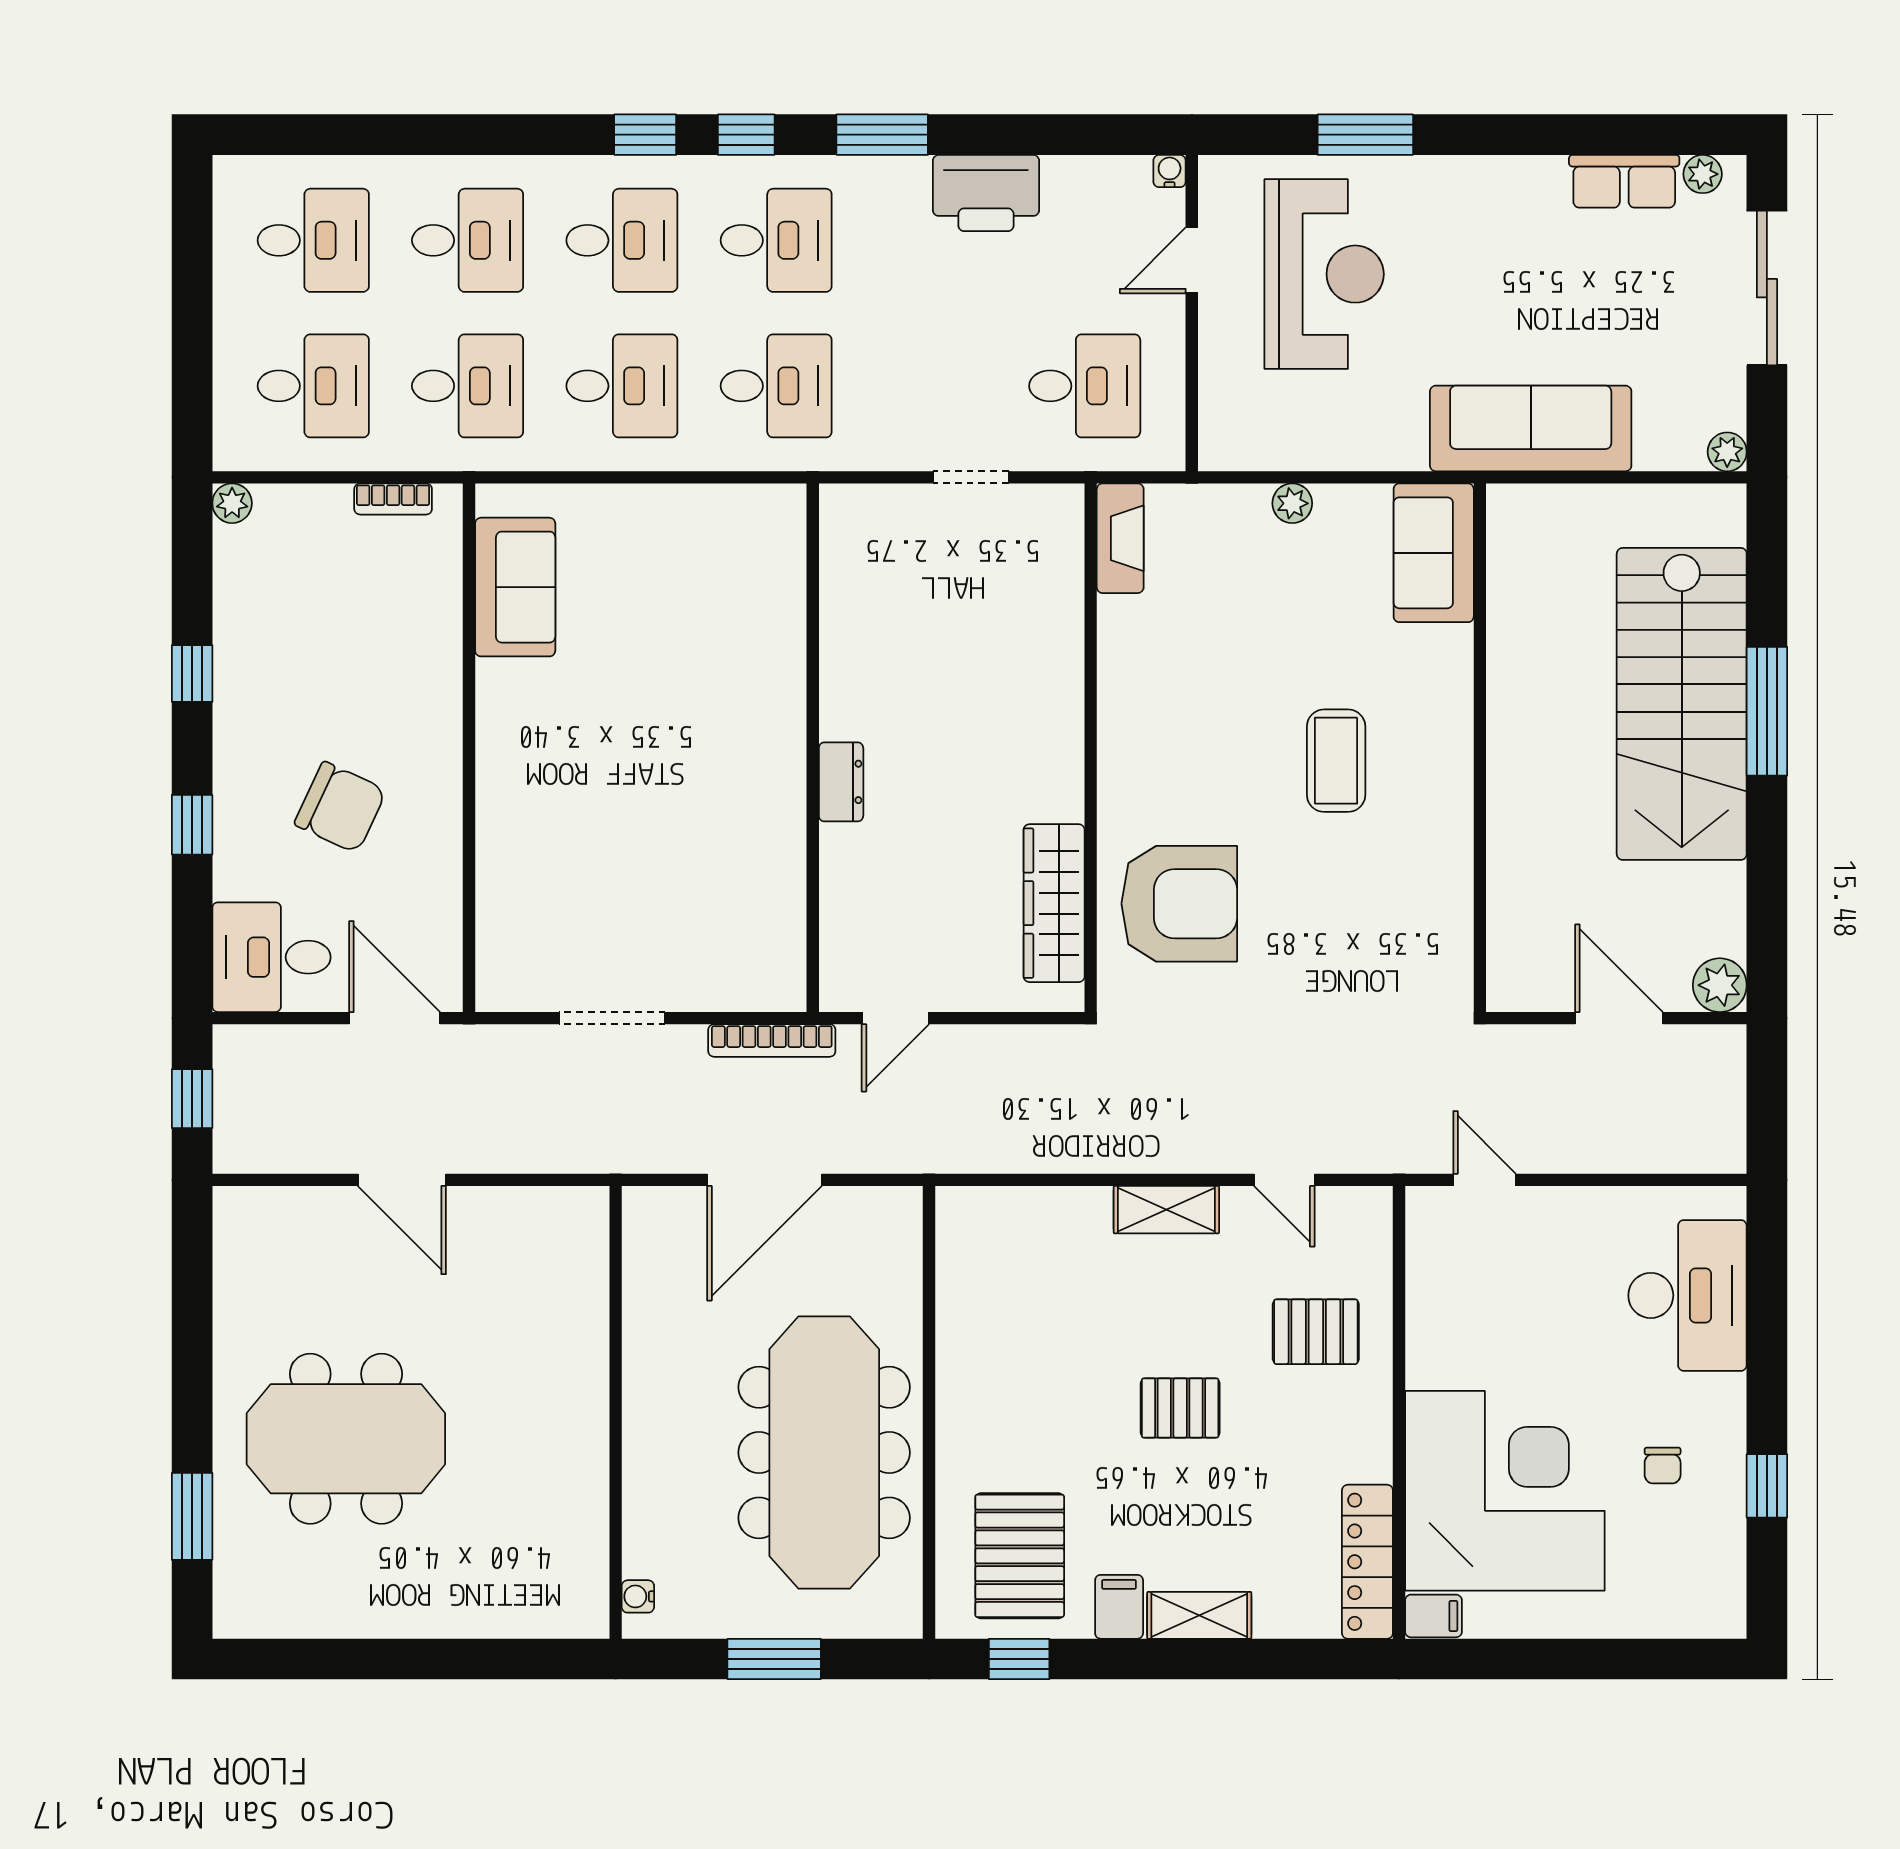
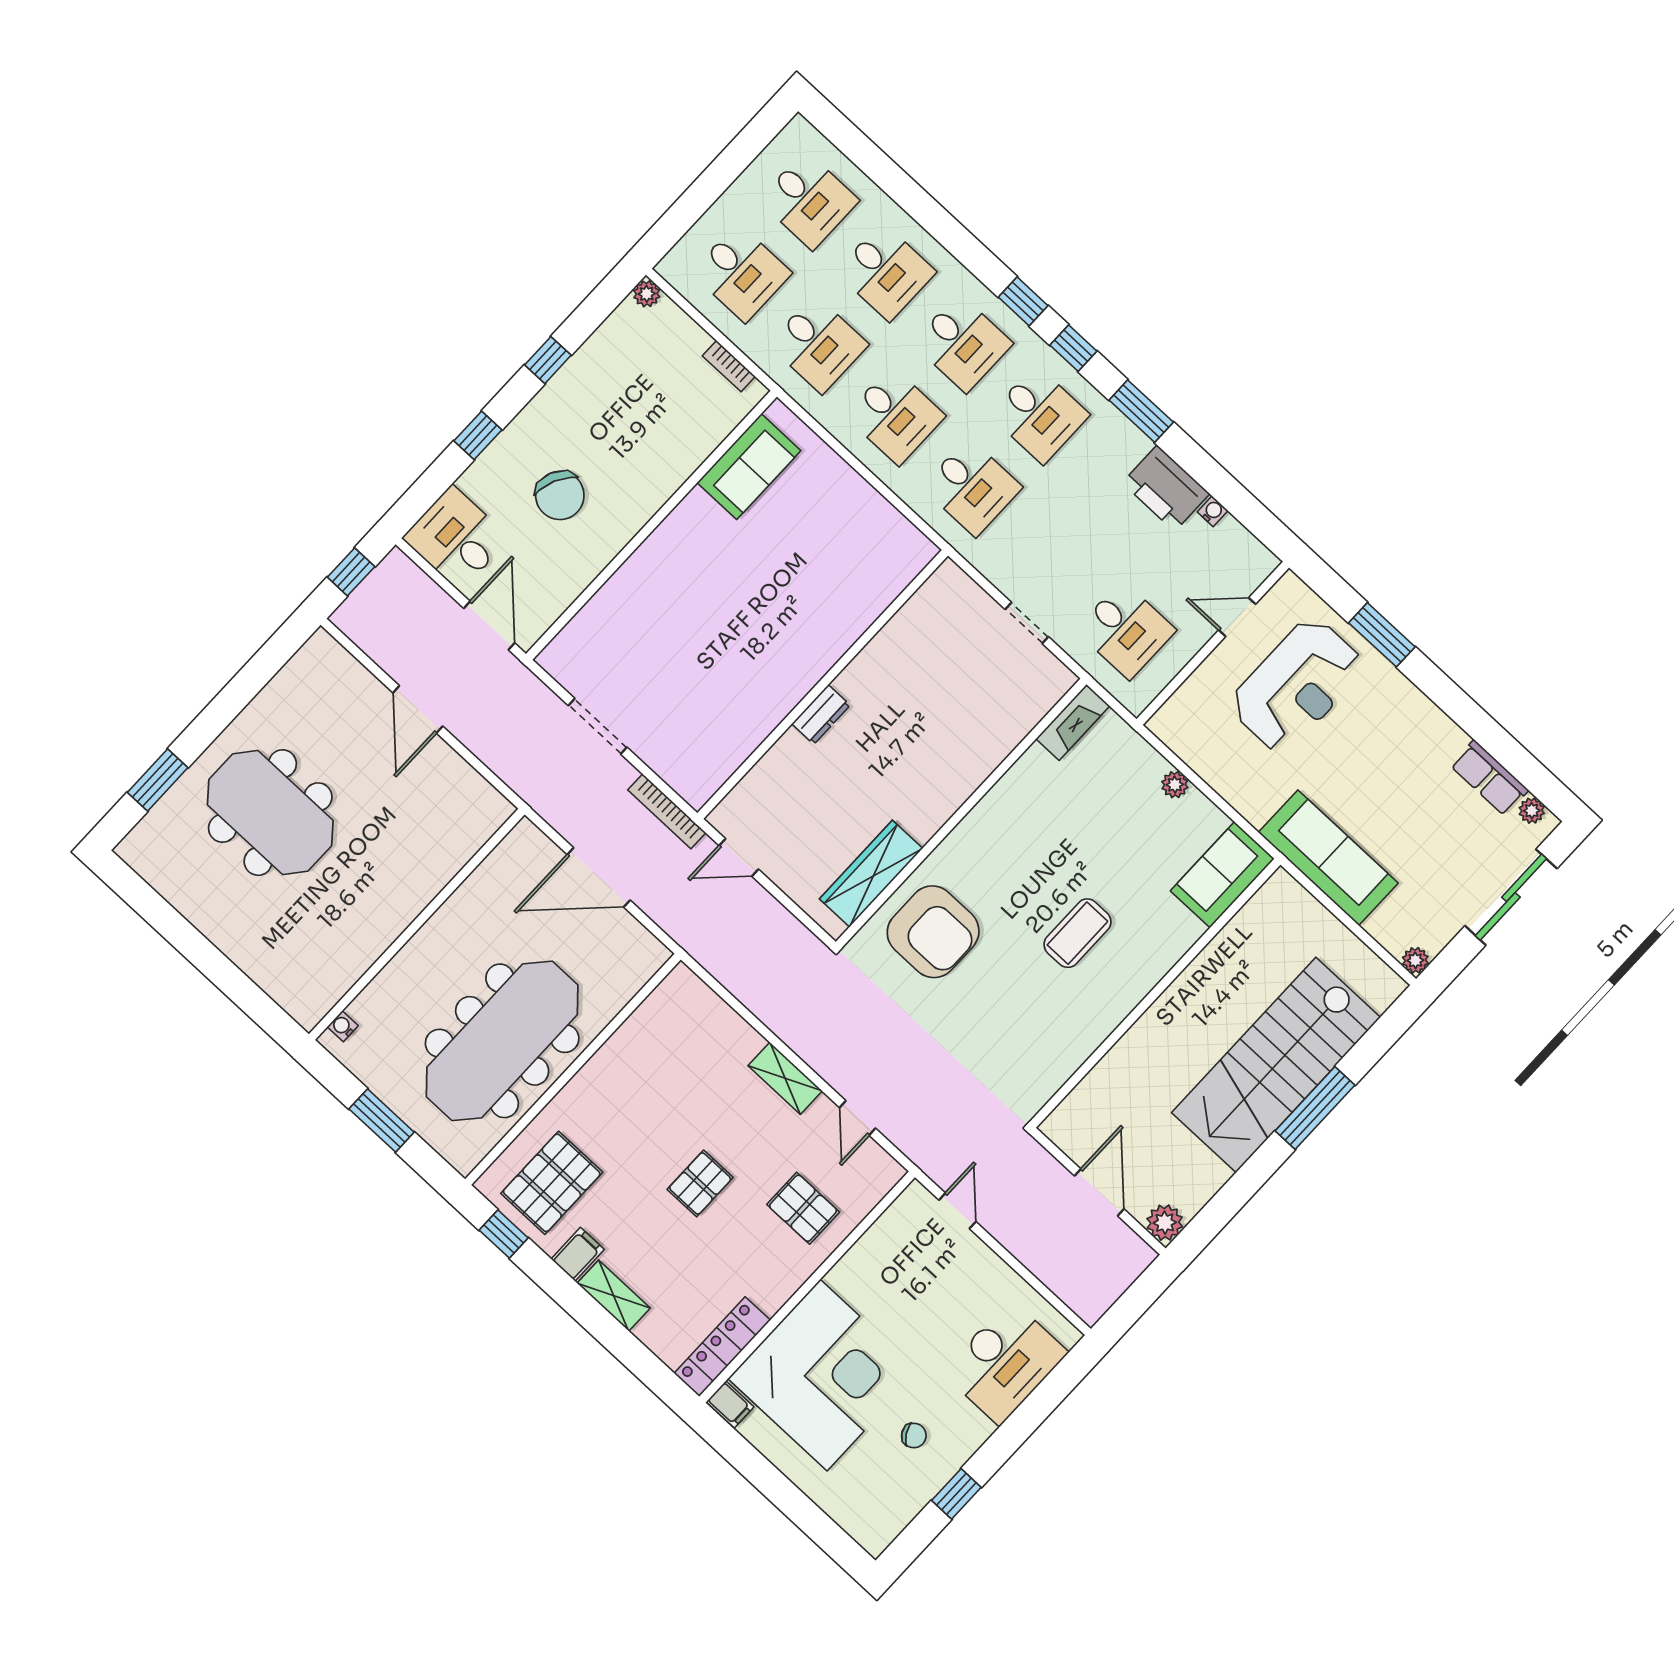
water cooler: (1170, 171) -> (1213, 511), moved
pallet: (1180, 1408) -> (700, 1183), turned 90
chair: (1663, 1466) -> (914, 1435), turned -121

